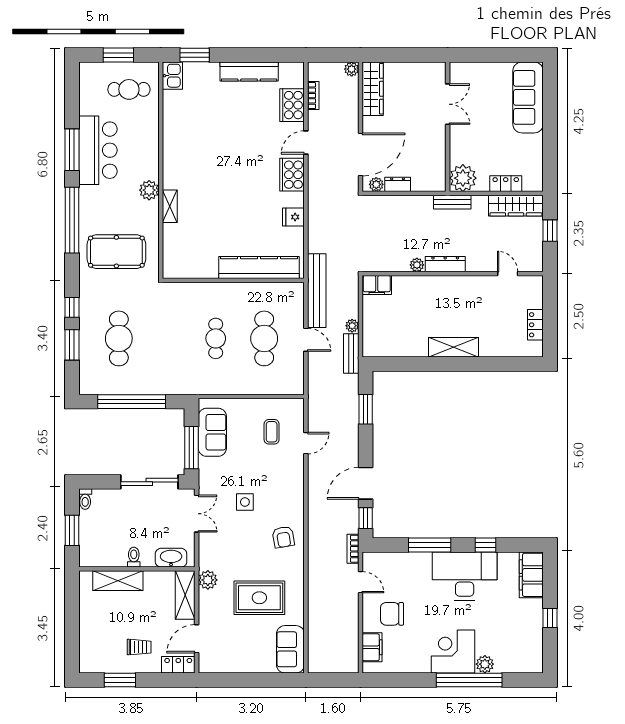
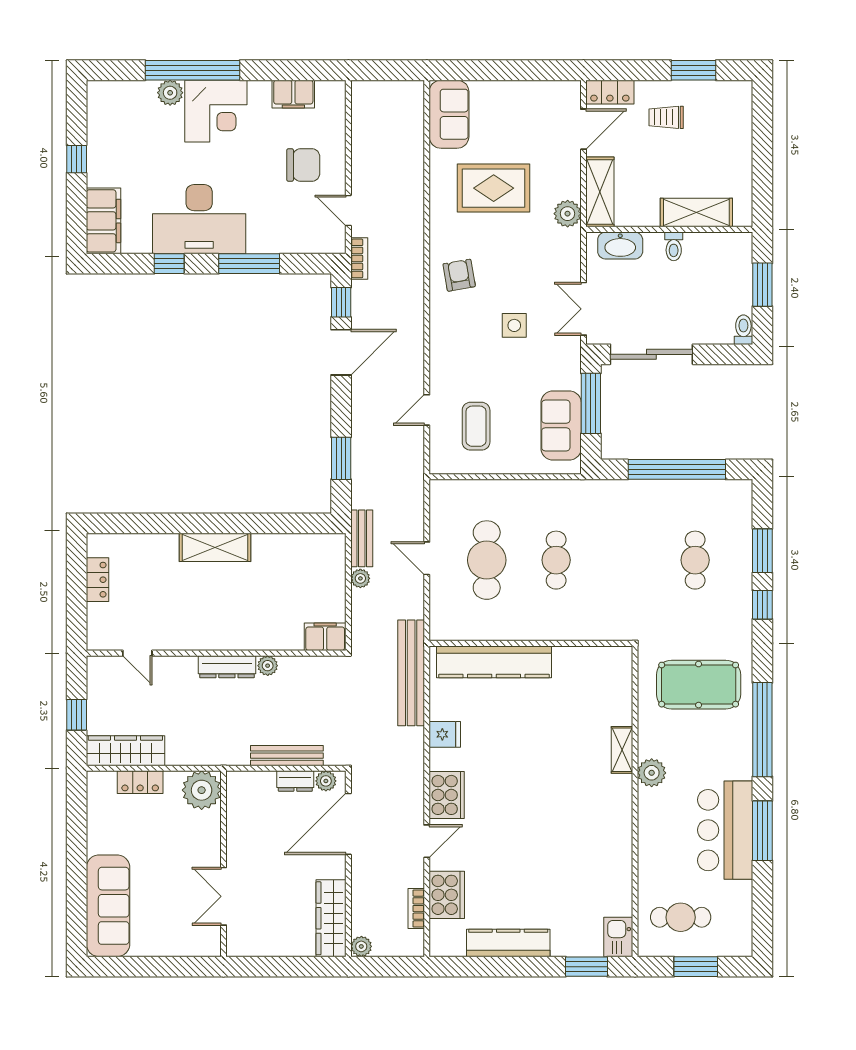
bench: (452, 202) -> (287, 756), moved, width x1.36
bench: (317, 291) -> (411, 673), moved
cafe table: (119, 338) -> (695, 560), width x0.73, depth x0.74
coffee table: (272, 432) -> (476, 426), width x1.36, depth x1.30
filing cabinet: (372, 647) -> (293, 94), moved, turned -90

